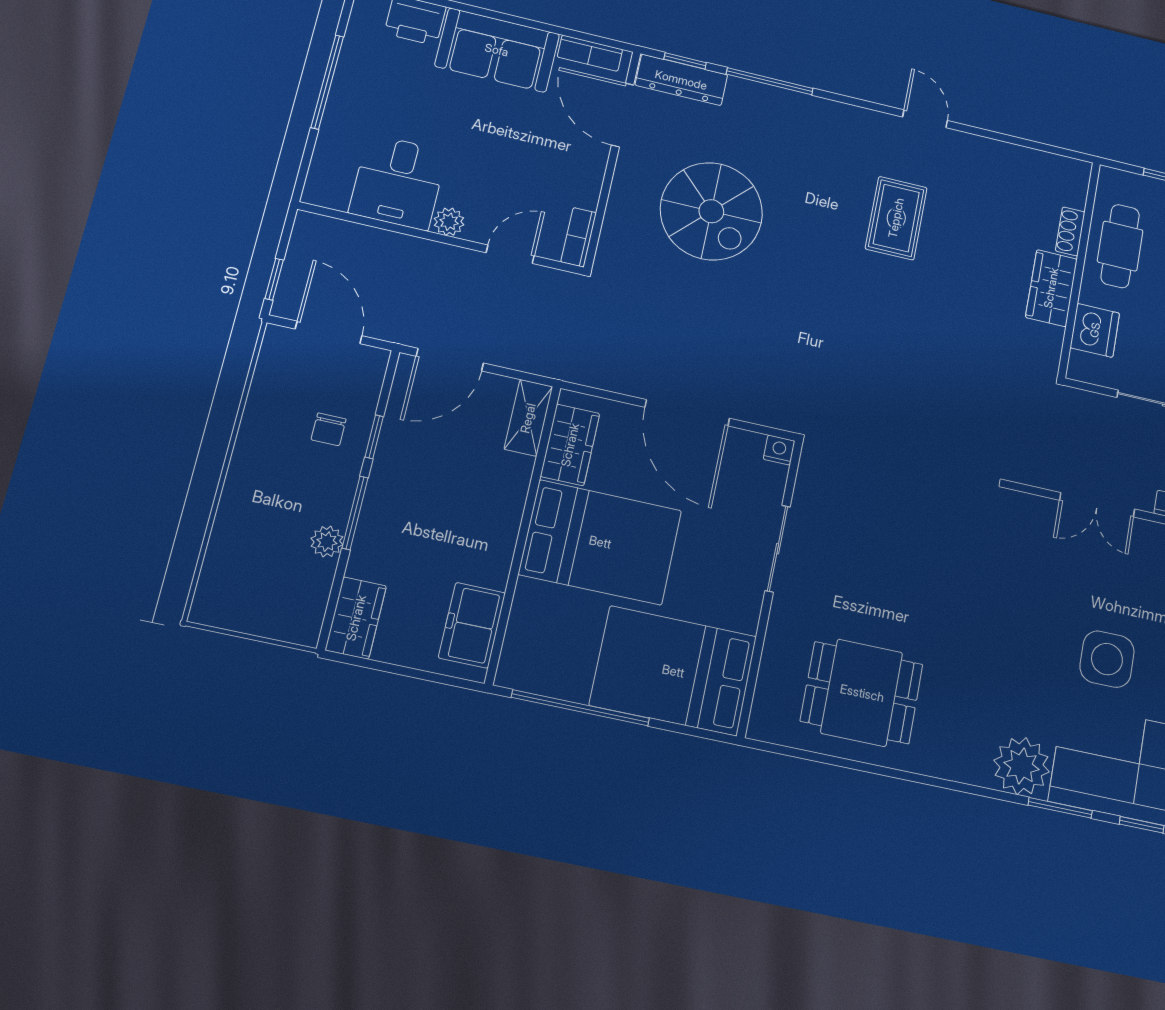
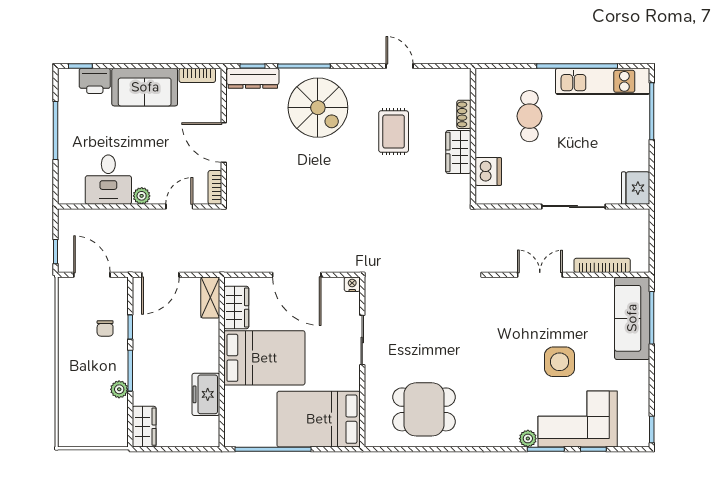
door: (623, 115) -> (224, 143), moved
spiral stairs: (711, 211) -> (318, 108), moved
shoe rack: (1070, 231) -> (464, 114), moved
wall: (1079, 269) -> (473, 136), moved
wardrobe: (1051, 288) -> (458, 152), moved
dishwasher: (1095, 330) -> (488, 171), moved
double door: (1097, 505) -> (540, 275), swing flipped
freezer: (472, 625) -> (206, 394), moved
plant: (1022, 766) -> (528, 439), width x0.53, depth x0.53

